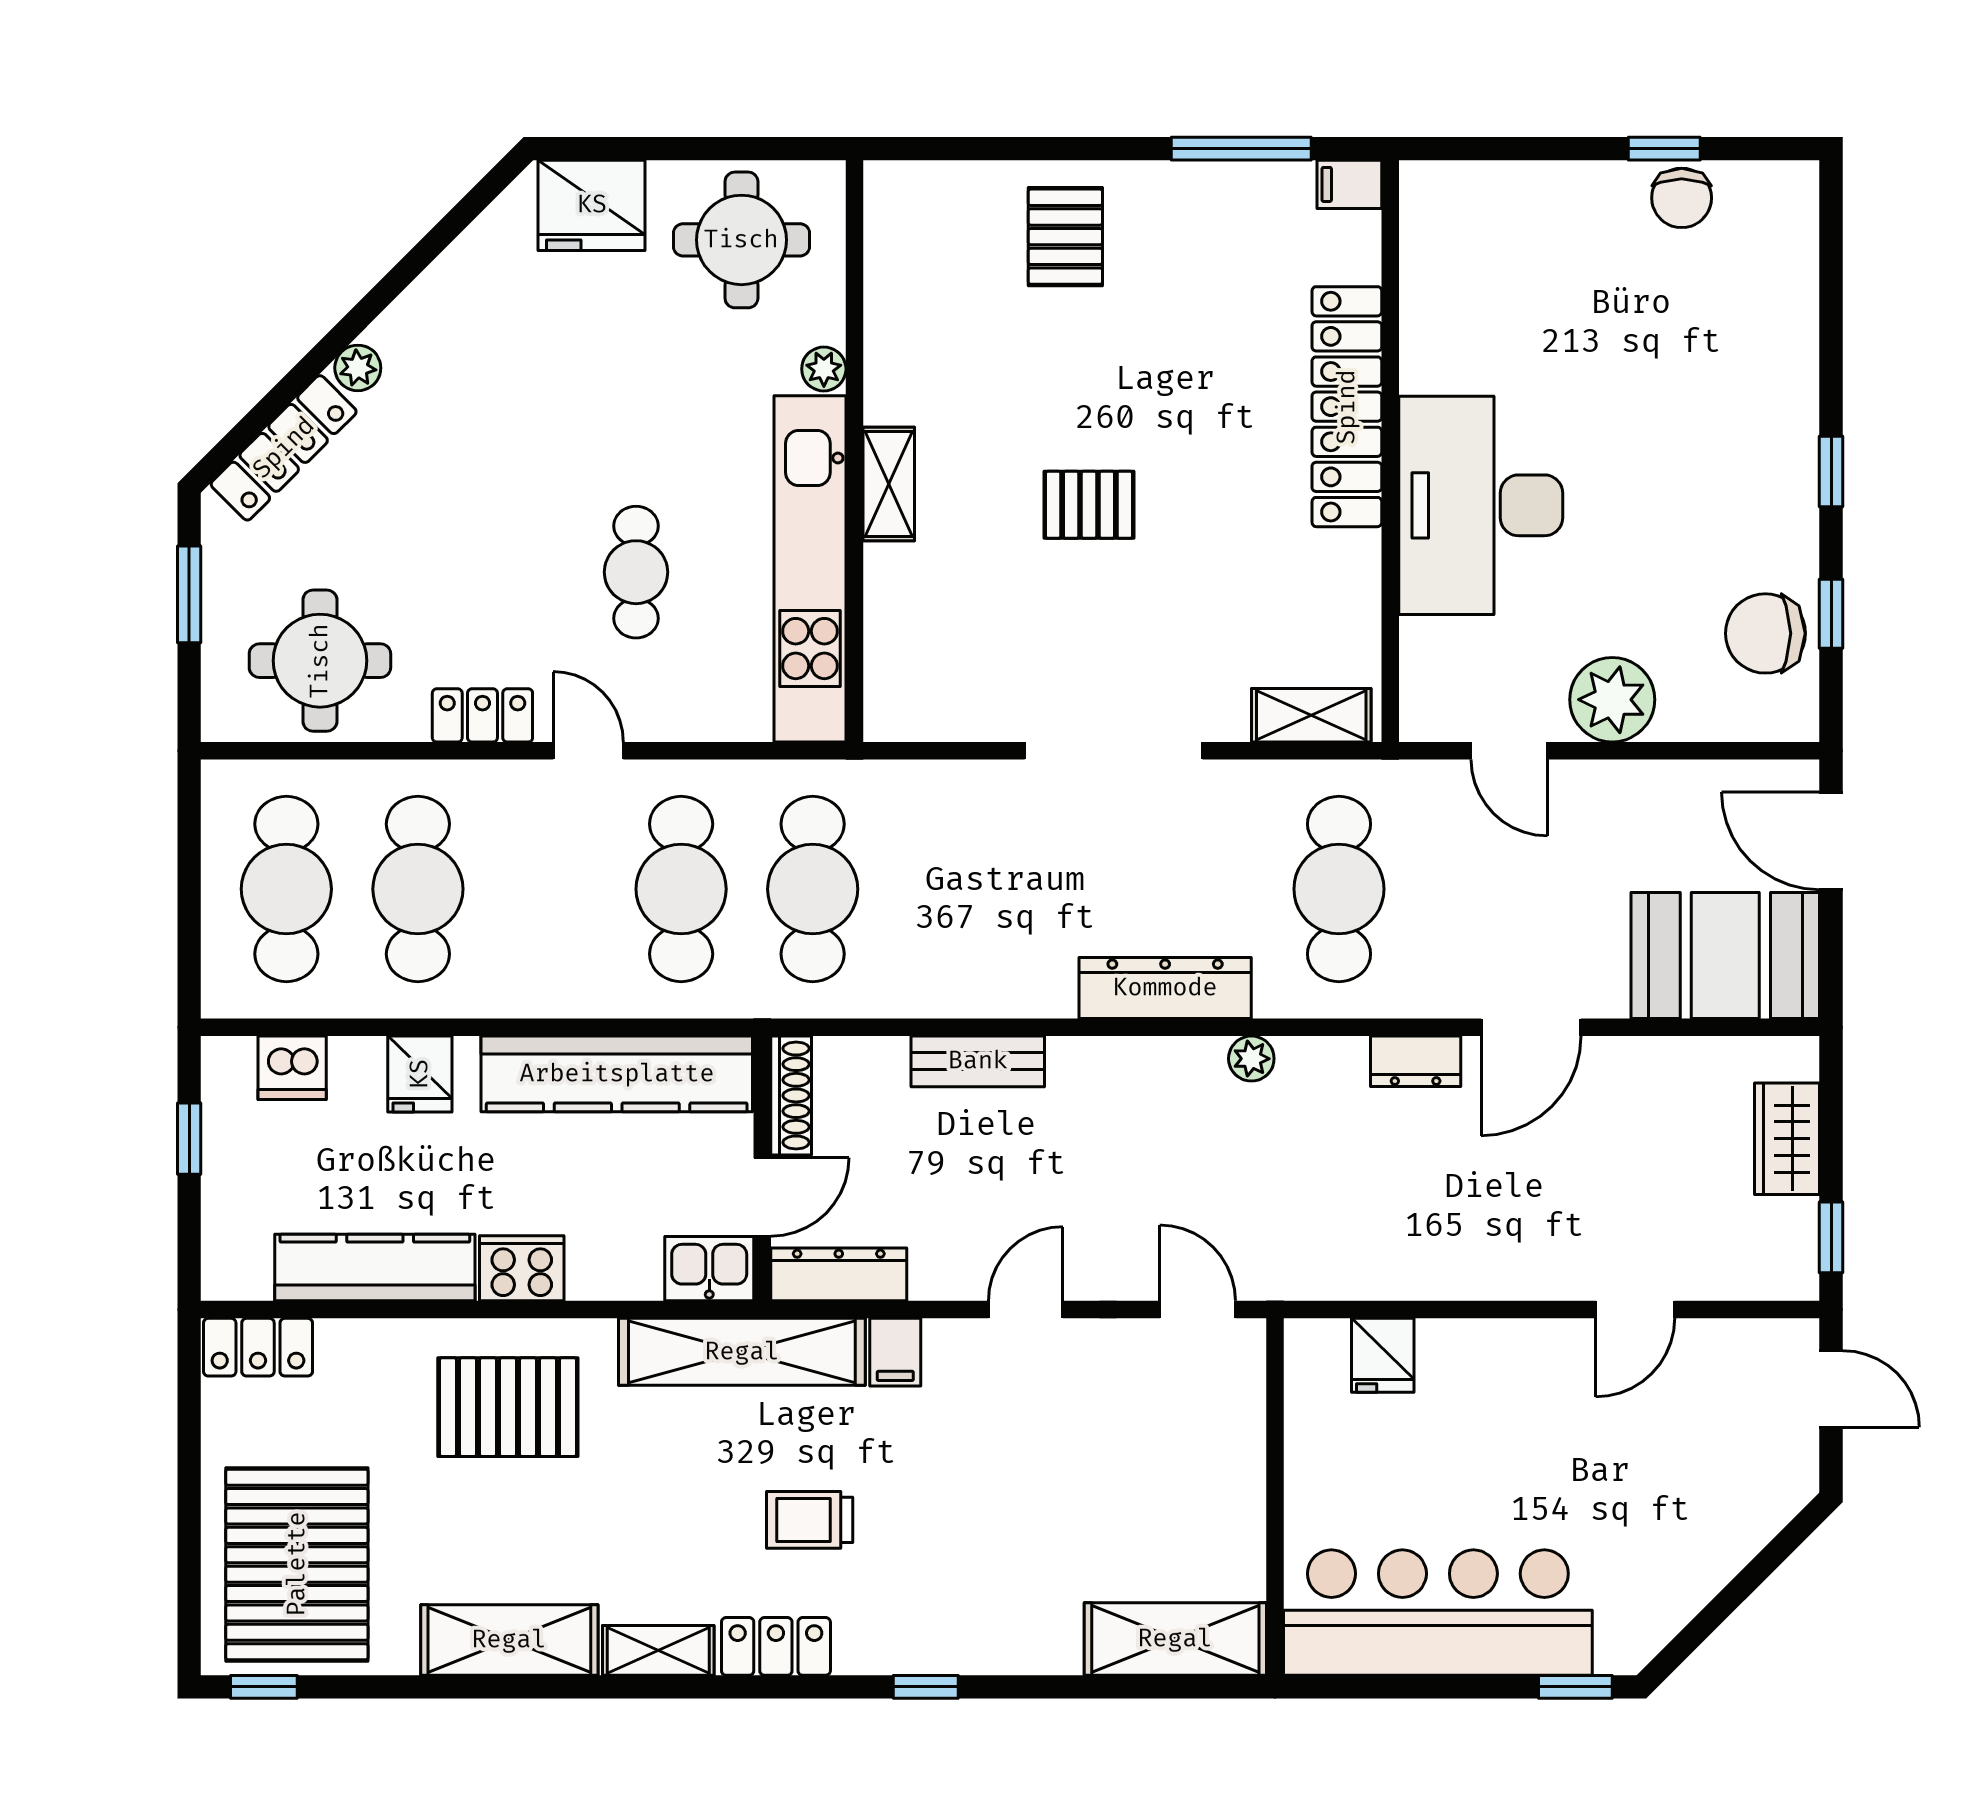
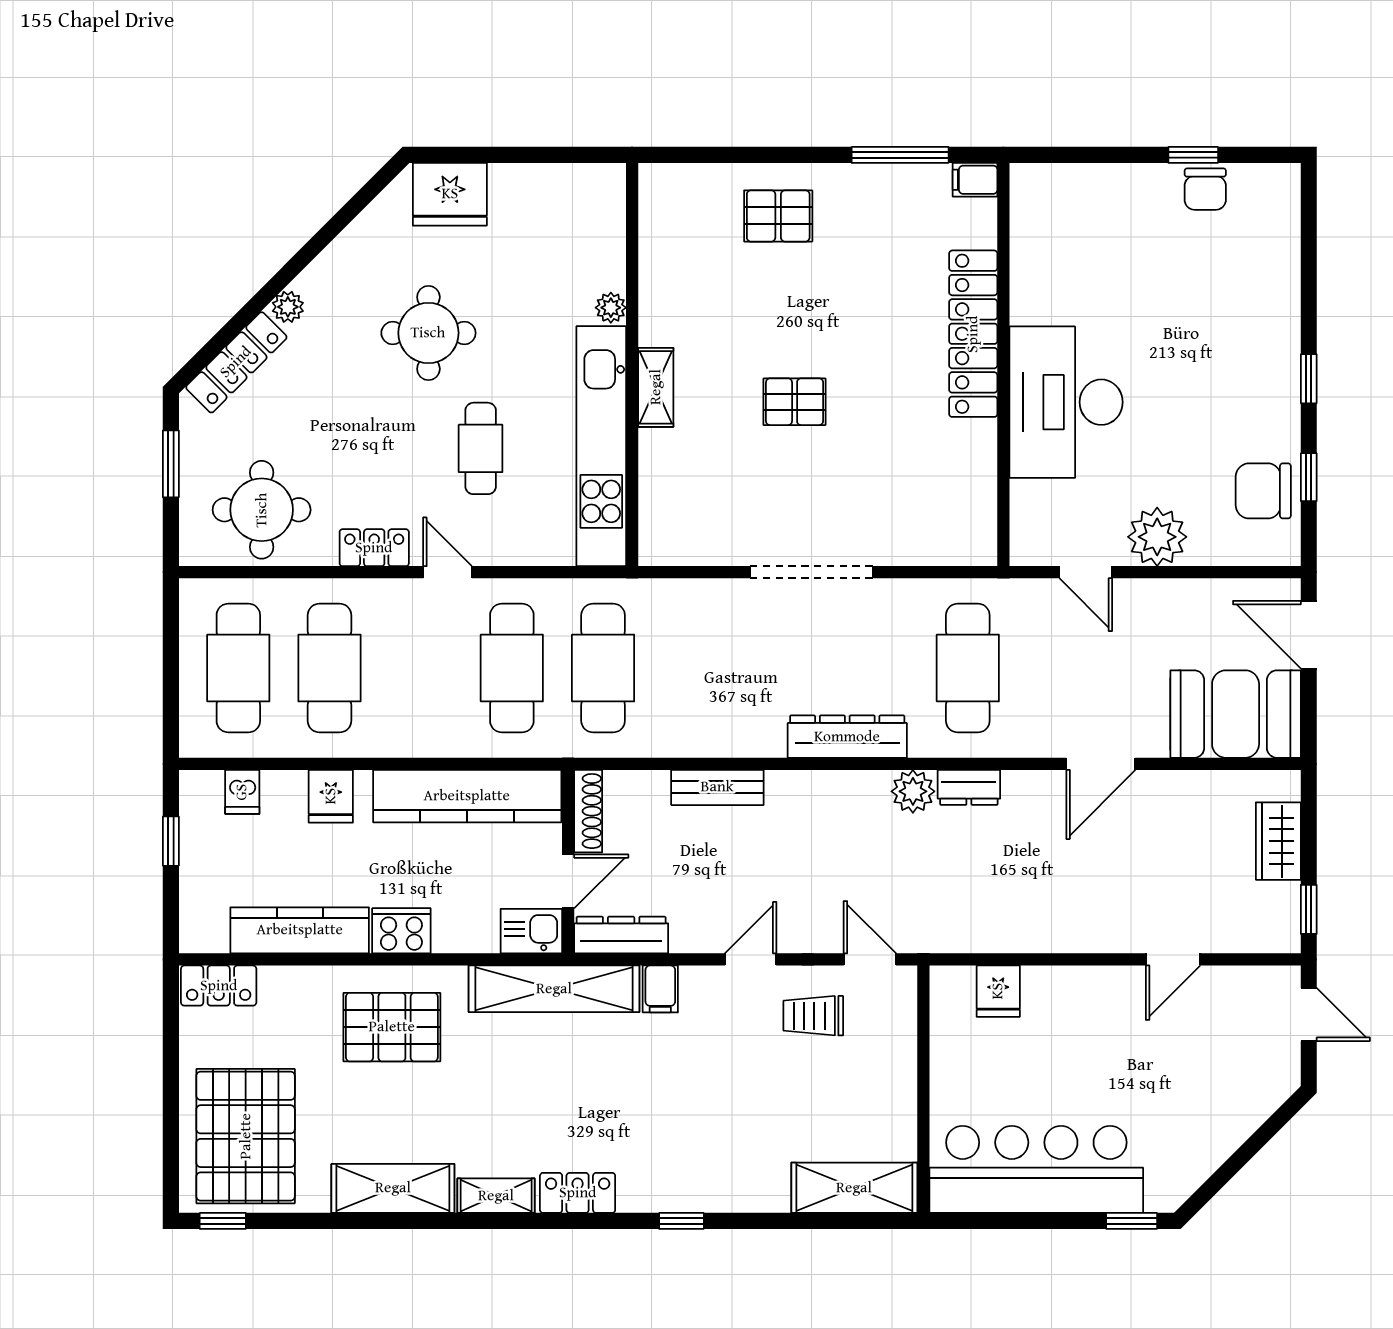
pallet: (1065, 237) -> (778, 216), turned 90
round table: (741, 240) -> (428, 333), moved
shelving: (1311, 715) -> (949, 548), removed
plant: (1251, 1059) -> (913, 791), width x1.38, depth x1.38
dresser: (1416, 1061) -> (969, 787), moved
dishwasher: (292, 1068) -> (242, 792), width x0.73
trolley: (810, 1520) -> (813, 1016), moved

